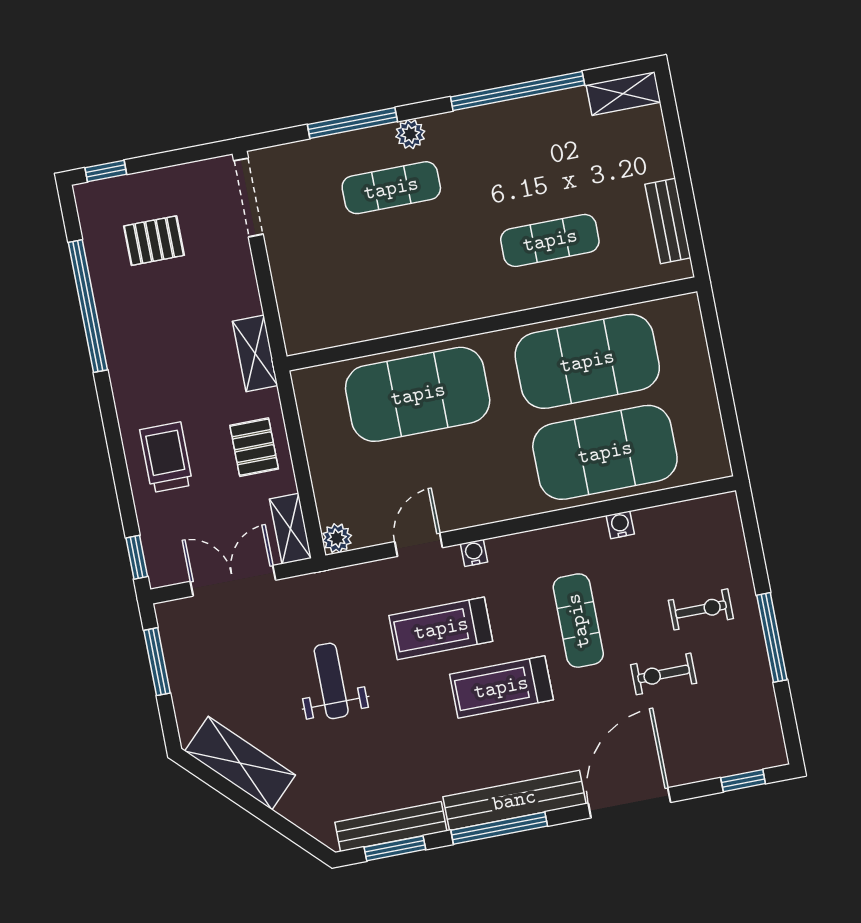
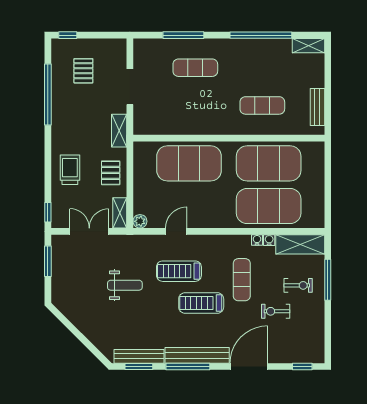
plant: (410, 134) -> (209, 45), removed
doorway: (248, 197) -> (130, 87), moved
pallet: (154, 241) -> (83, 71), turned 90
water cooler: (474, 553) -> (257, 240), moved
window: (772, 637) -> (328, 280), moved
weight bench: (331, 681) -> (125, 285), turned 90
shelving: (240, 763) -> (300, 244), moved, turned -45

